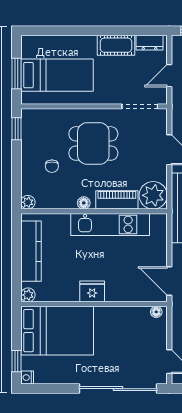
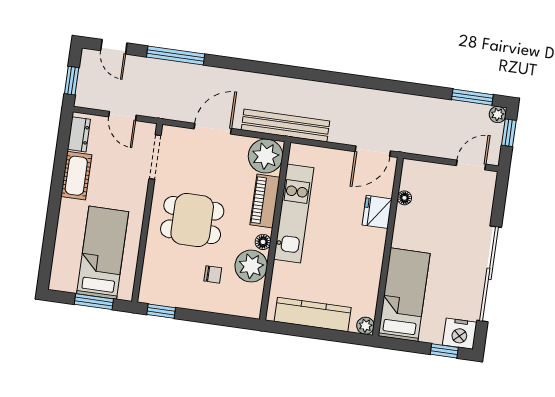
dining table: (93, 143) -> (192, 220), turned 90
plant: (28, 202) -> (251, 266), moved, width x1.88, depth x1.88
fridge: (92, 291) -> (377, 212), moved
floor lamp: (156, 312) -> (404, 198), moved
bed: (57, 331) -> (404, 295), width x0.67
nightstand: (27, 378) -> (460, 334), width x1.89, depth x1.79
sliding door: (118, 389) -> (489, 274), moved

